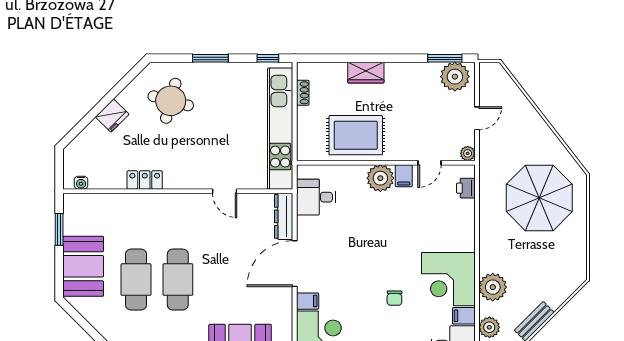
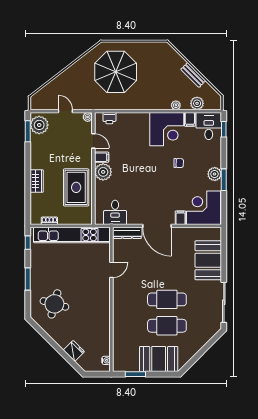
fridge: (112, 116) -> (74, 351), moved
locker: (145, 180) -> (104, 320), removed
plant: (493, 287) -> (176, 105), width x0.53, depth x0.53

